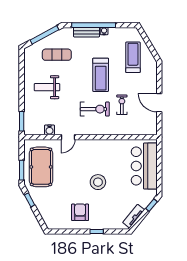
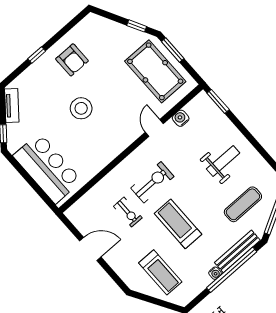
bench: (87, 32) -> (237, 251), width x1.36
exercise bike: (95, 109) -> (152, 182), turned 180

